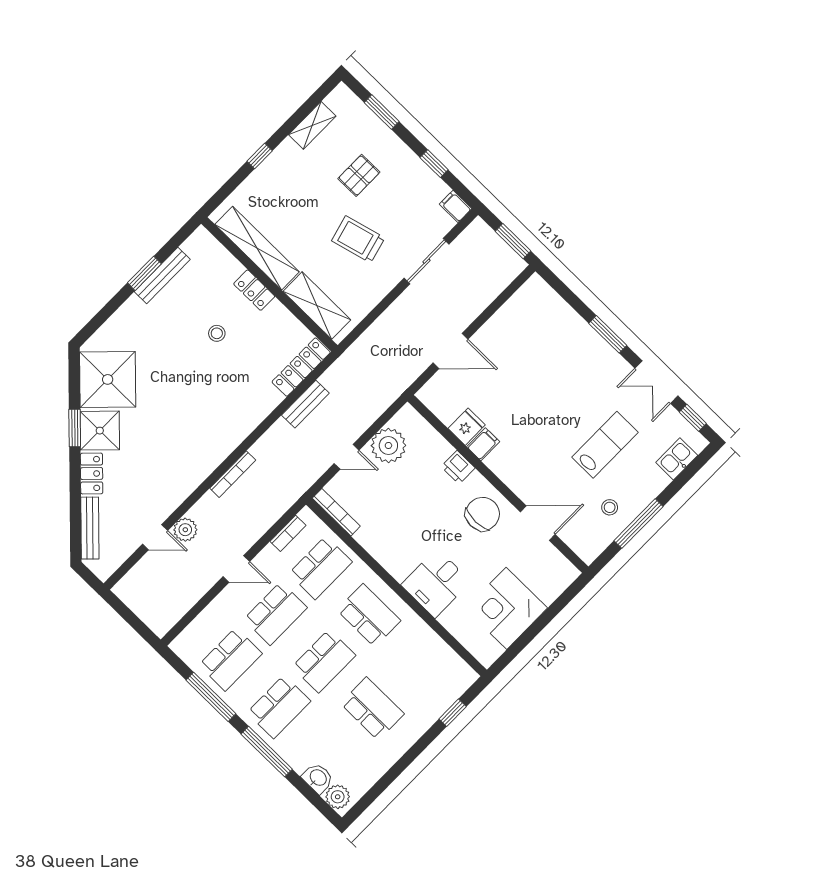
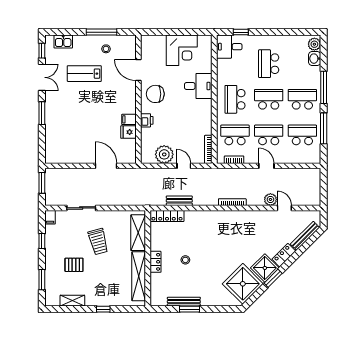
desk: (448, 678) -> (229, 47), added

